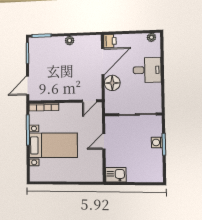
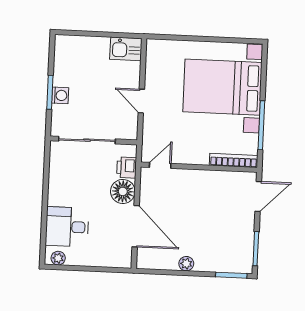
printer: (110, 41) -> (127, 168), moved
door: (103, 61) -> (136, 226), swing flipped
desk: (147, 70) -> (67, 227), moved
door: (104, 141) -> (141, 101), swing flipped
bed with nightstands: (53, 145) -> (222, 87), width x1.36

